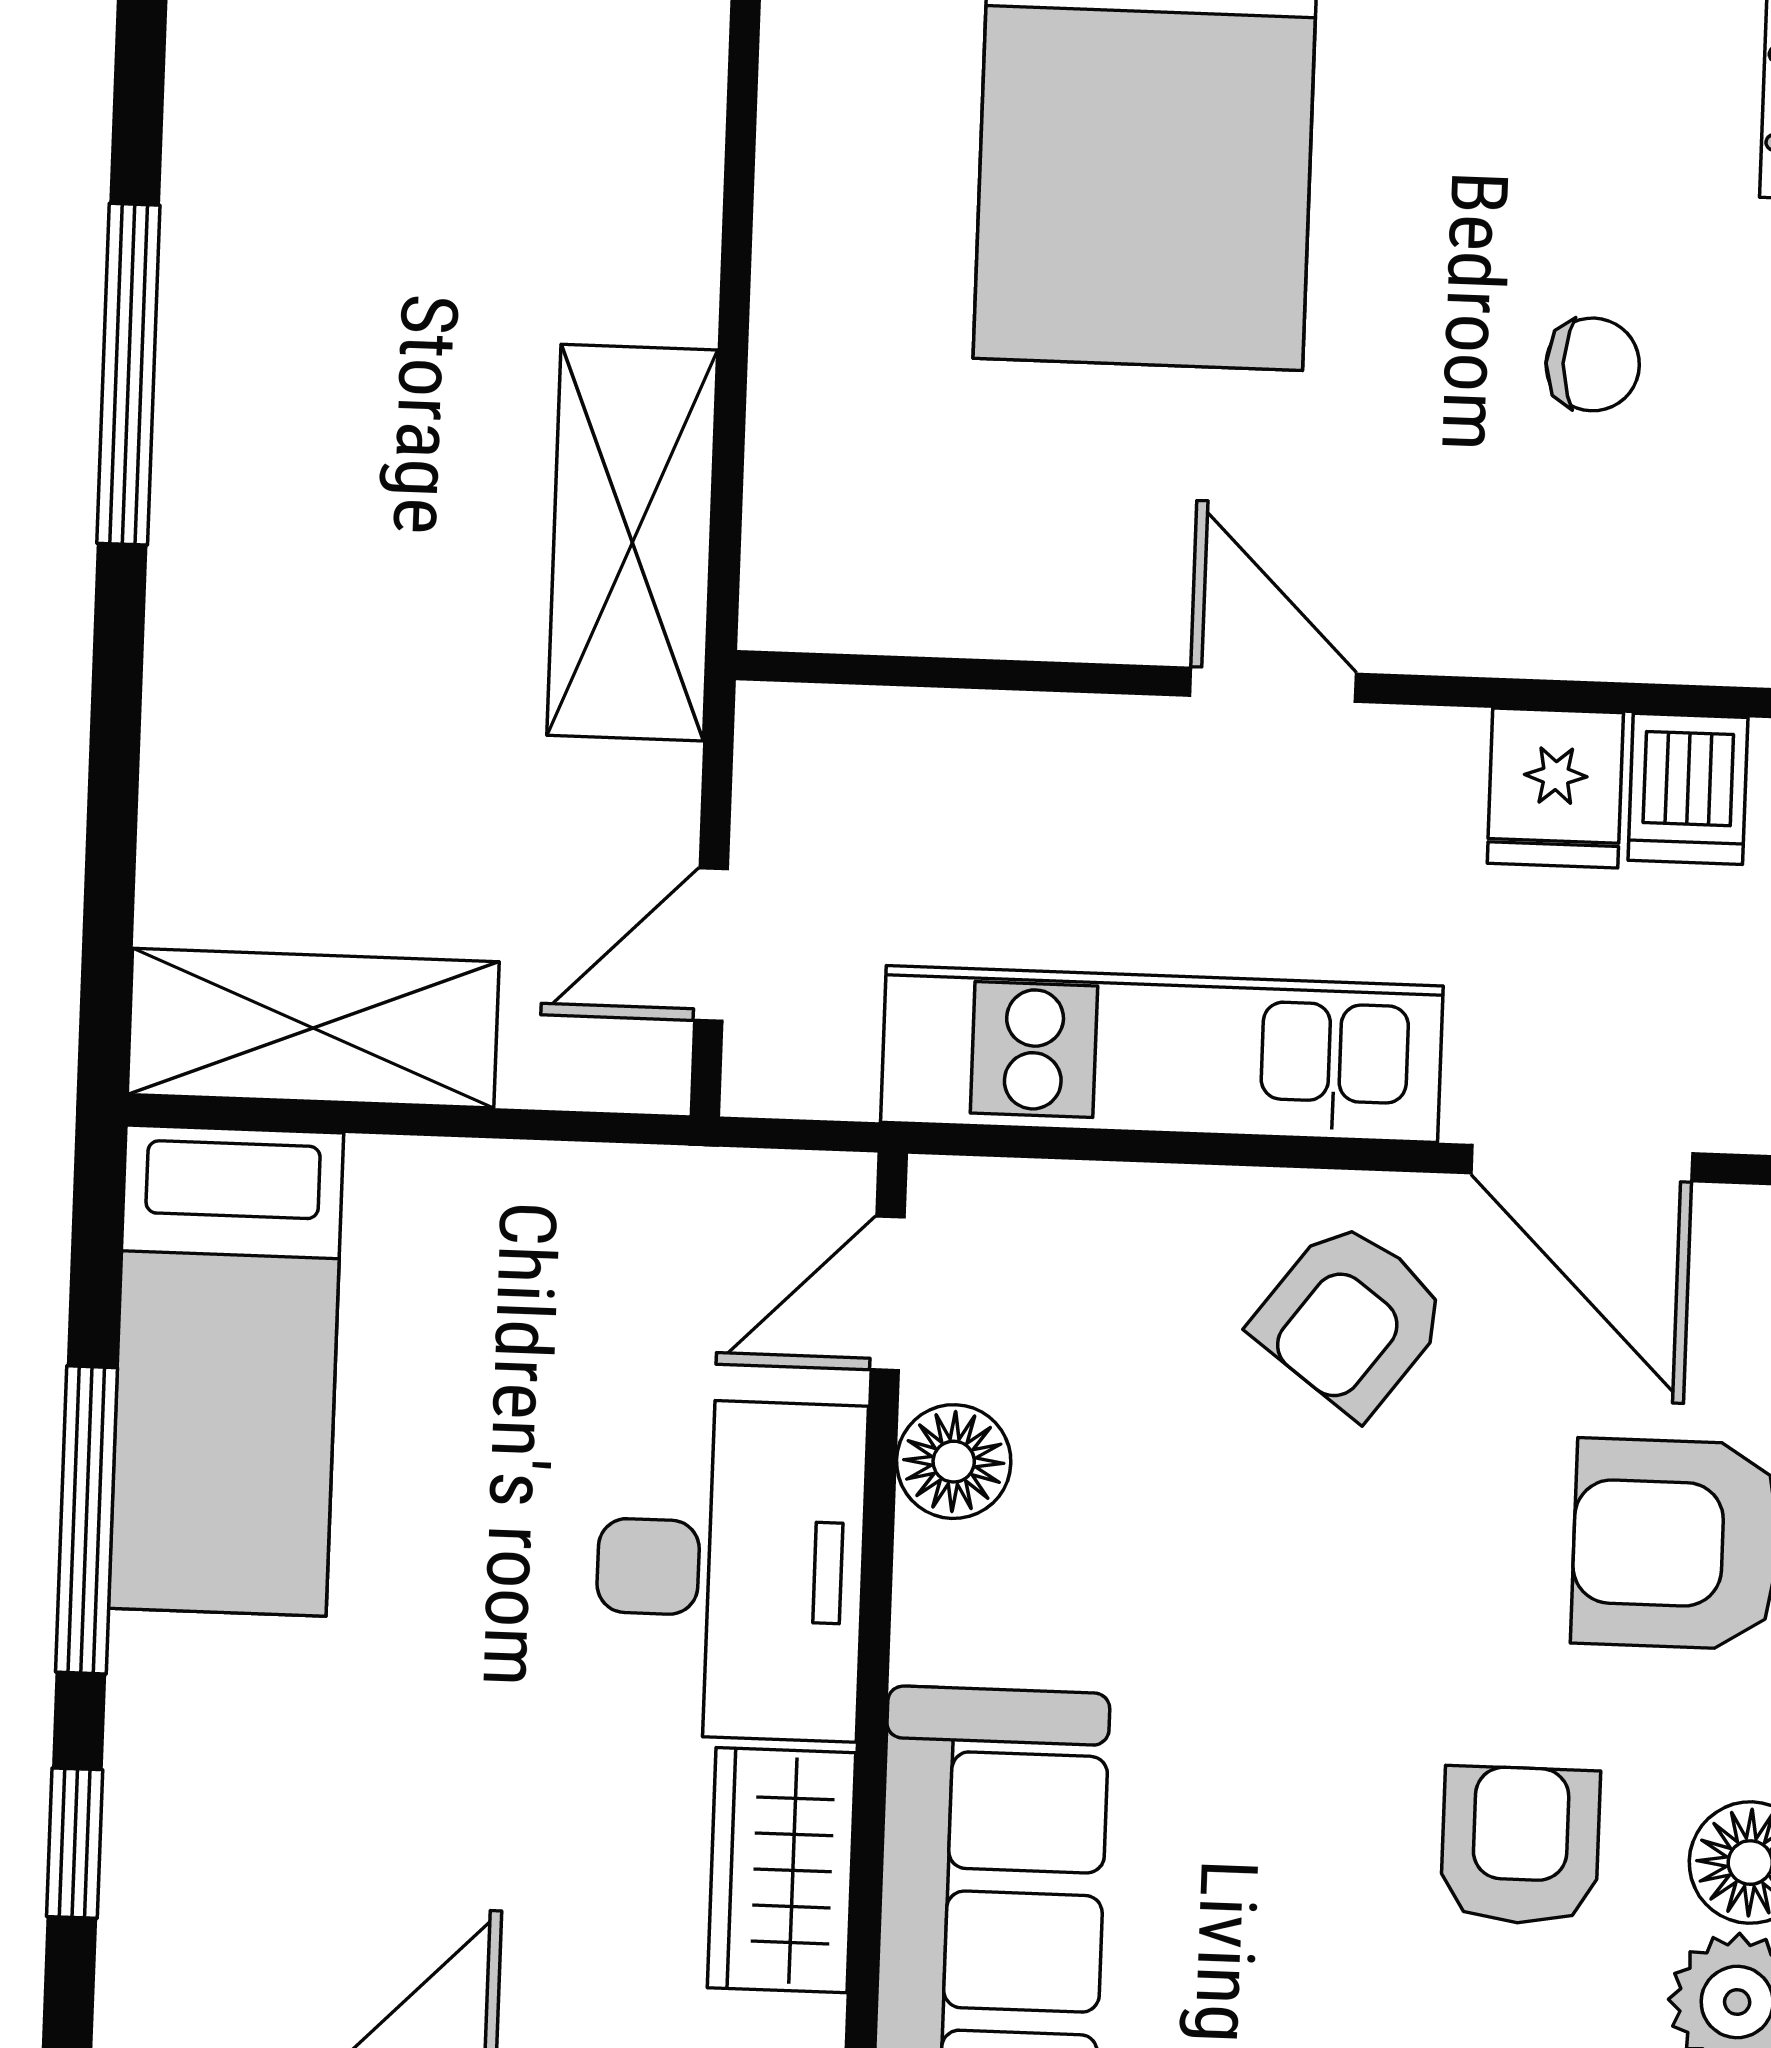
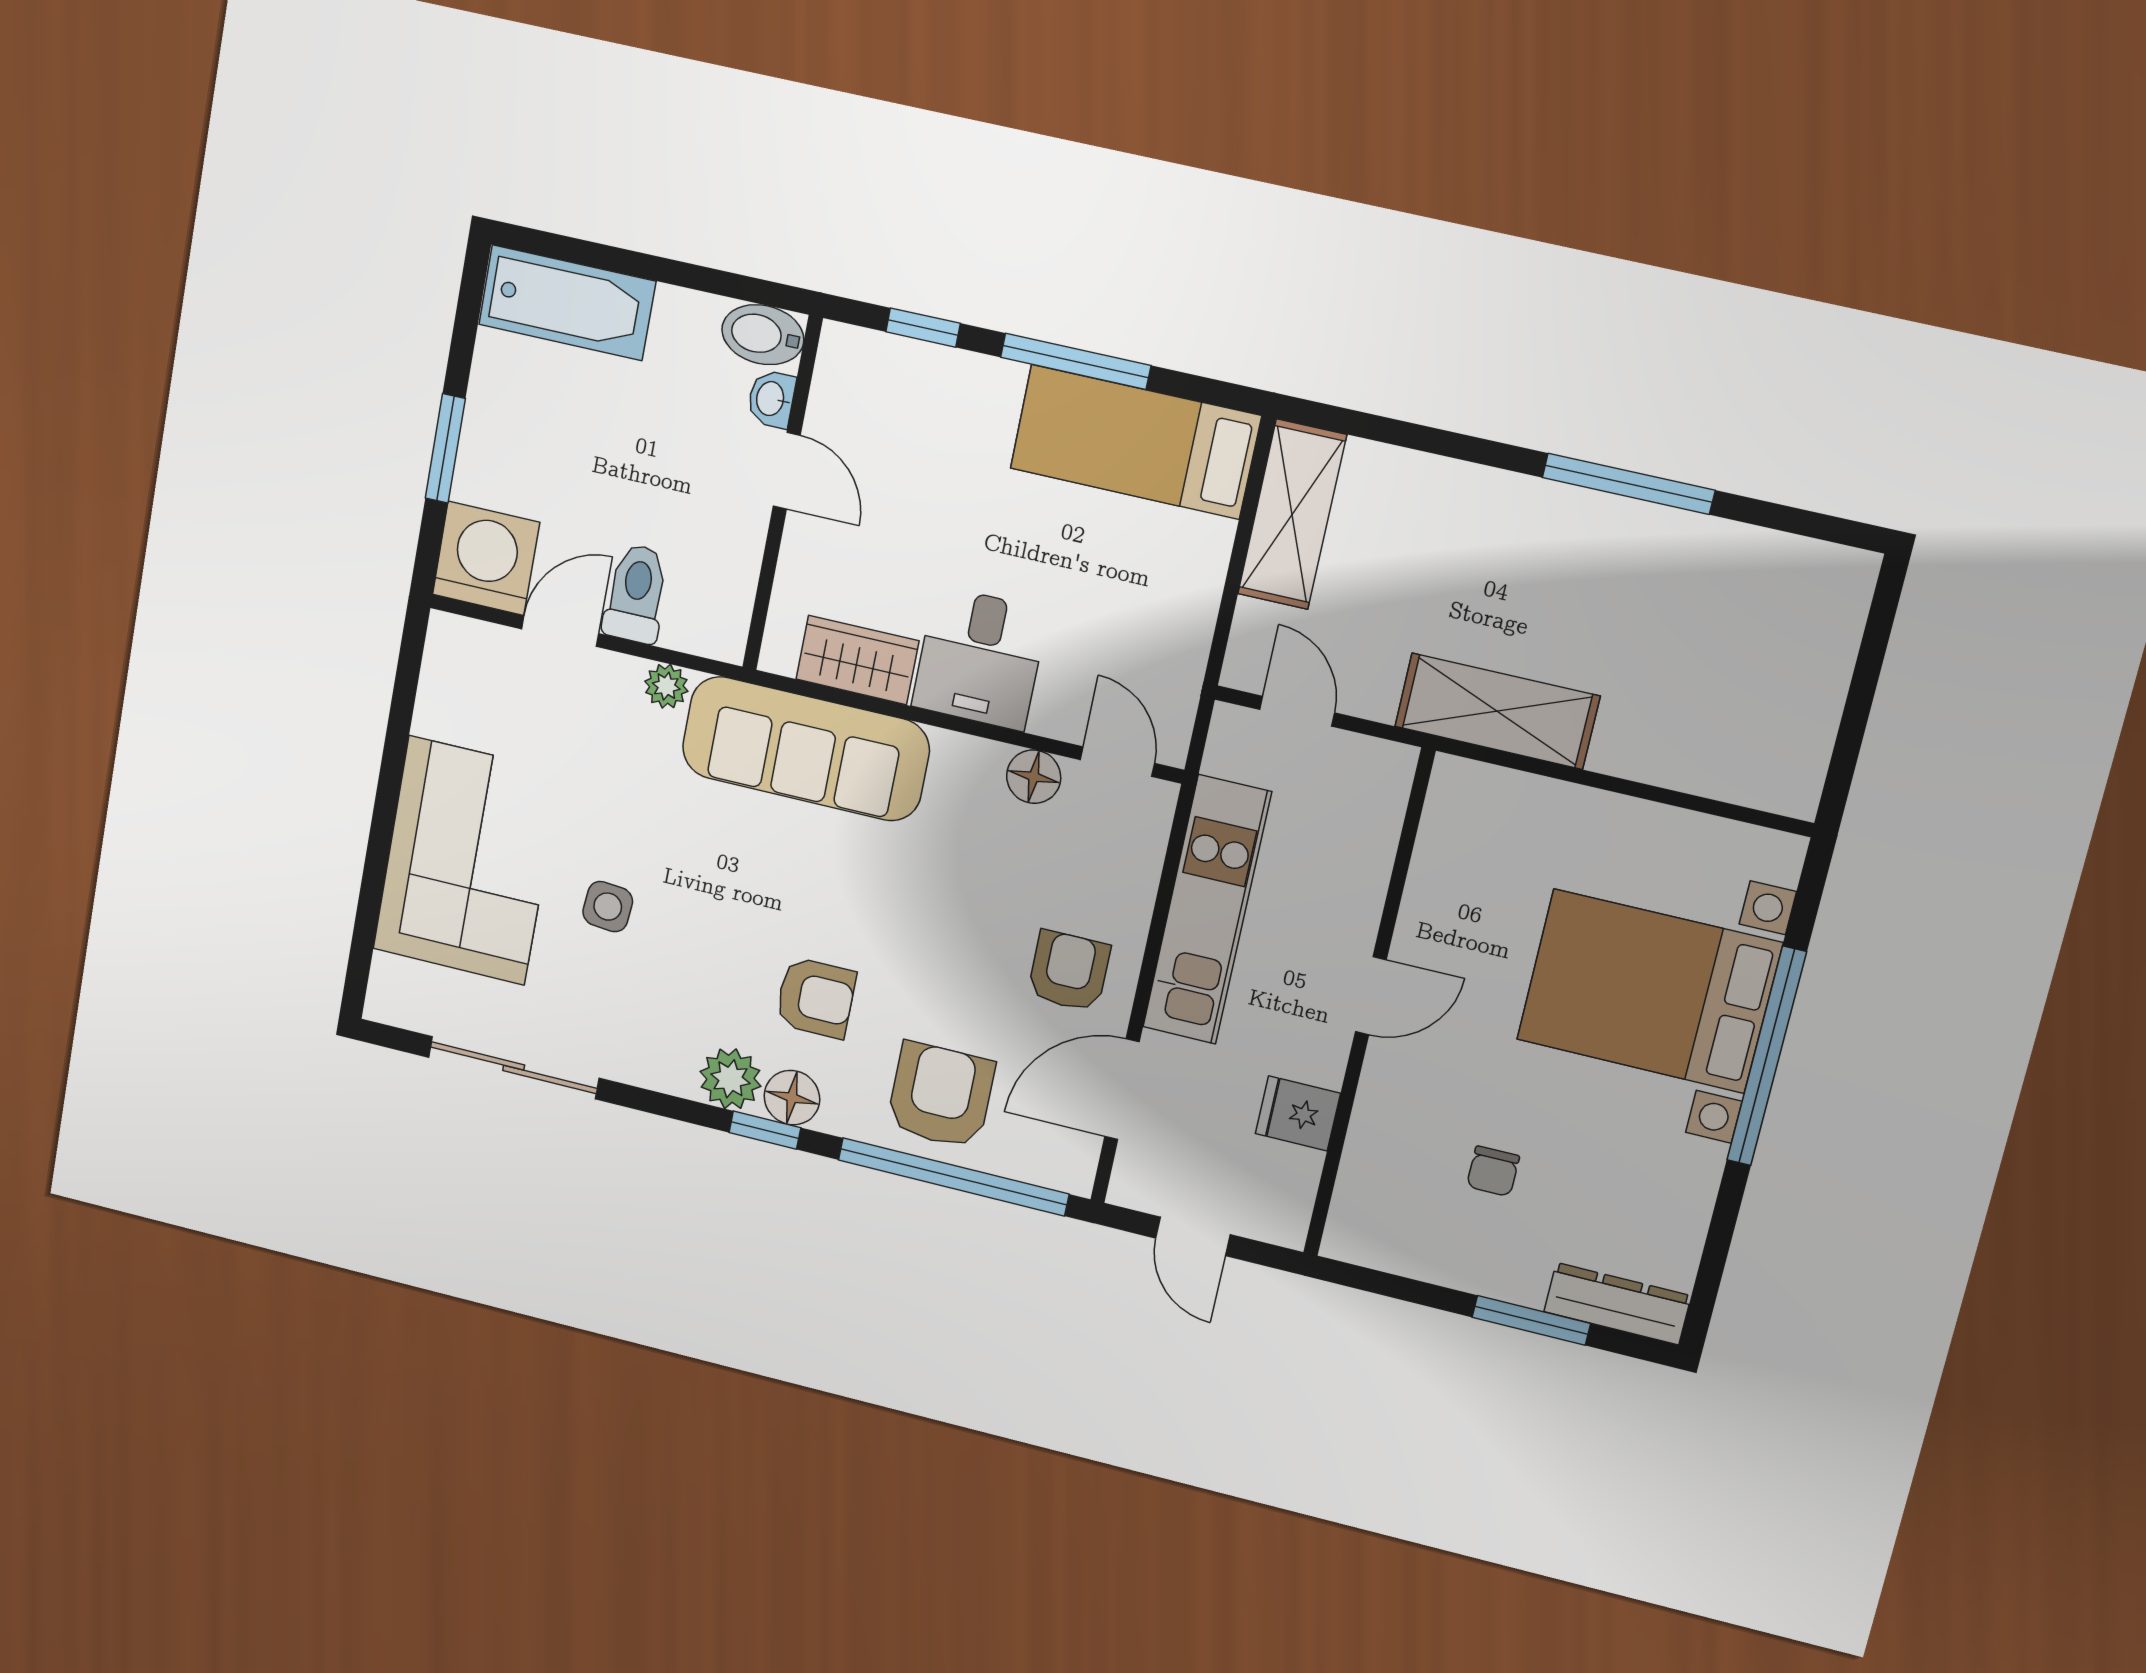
dishwasher: (1688, 789) -> (1286, 1172), removed
armchair: (1351, 1318) -> (1069, 971), turned 53
desk: (730, 1569) -> (980, 658), width x0.73

